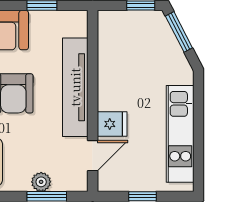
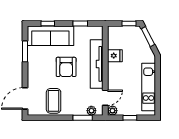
fridge: (112, 124) -> (115, 56), moved
plant: (41, 182) -> (91, 111), moved
plant: (107, 182) -> (112, 111), added

